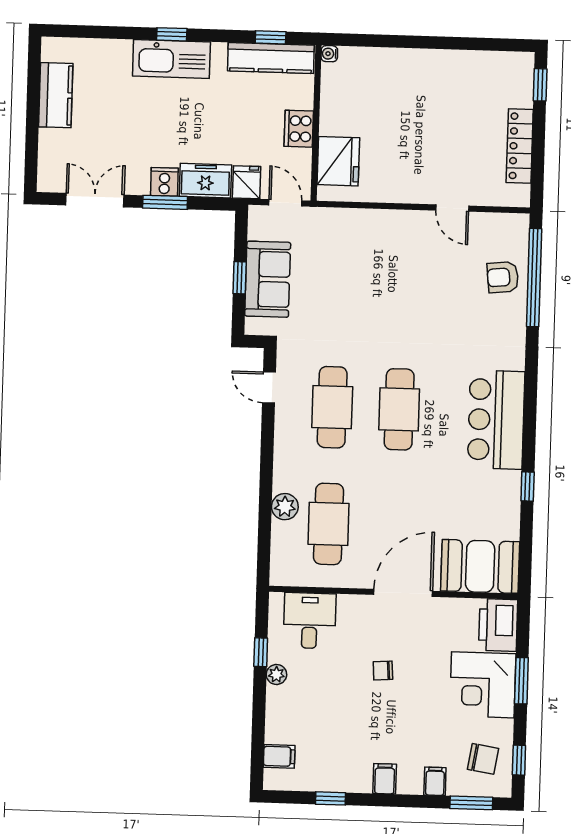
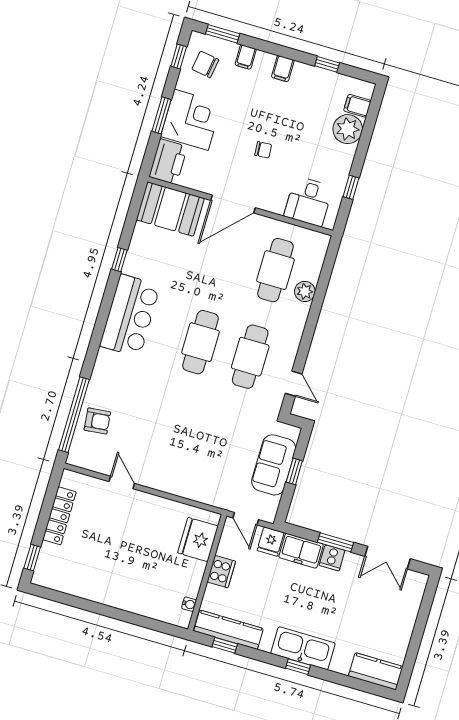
water cooler: (329, 54) -> (189, 604), moved
kitchen counter: (56, 95) -> (376, 671), moved, turned 90
plant: (276, 674) -> (348, 129), moved, width x1.88, depth x1.88

